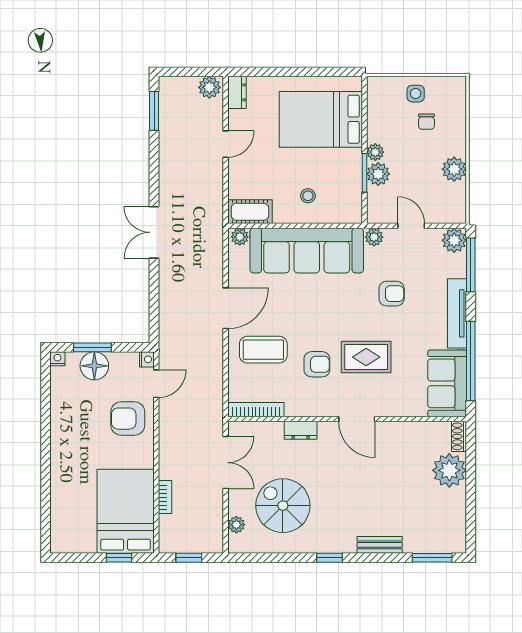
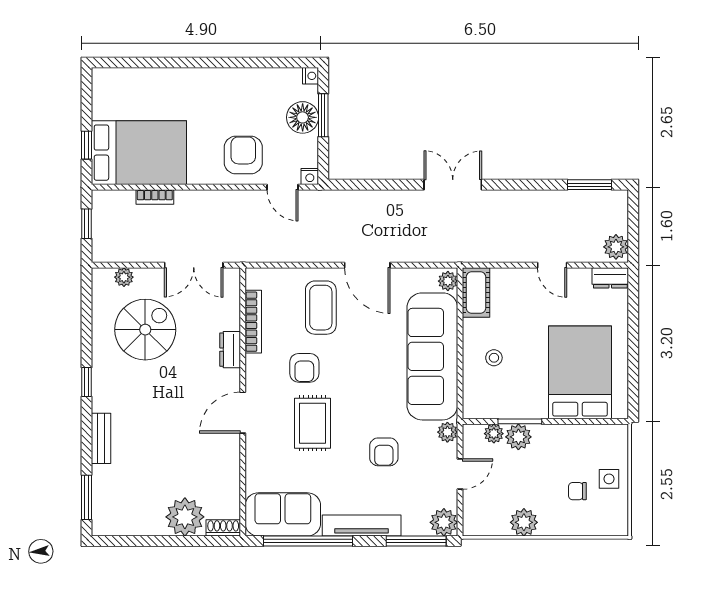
plant: (375, 152) -> (494, 434), moved
bookcase: (256, 410) -> (253, 322), moved

